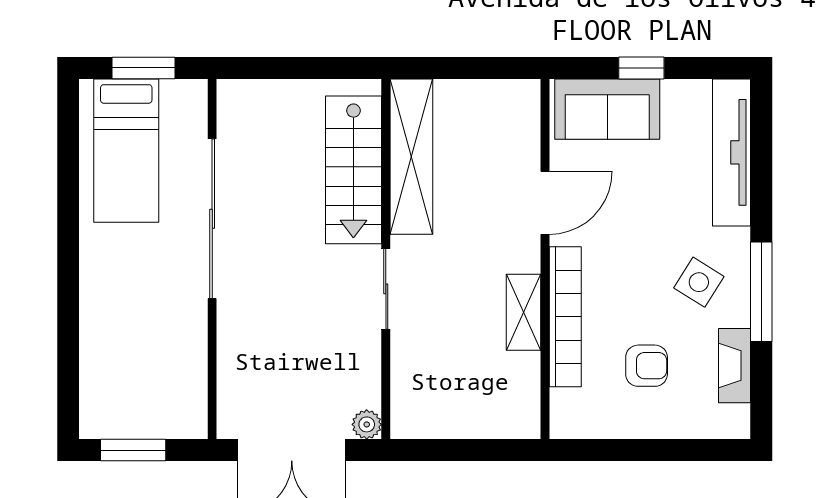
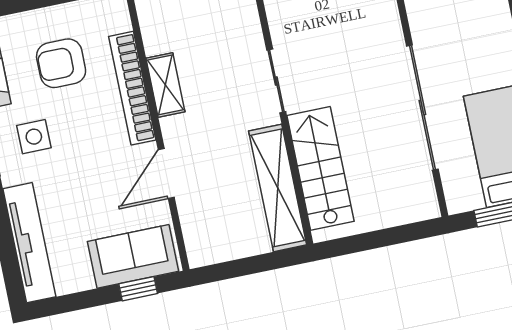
window: (641, 68) -> (138, 289), moved
side table: (699, 282) -> (34, 137), turned -32
armchair: (647, 366) -> (61, 63), width x1.38, depth x1.38

